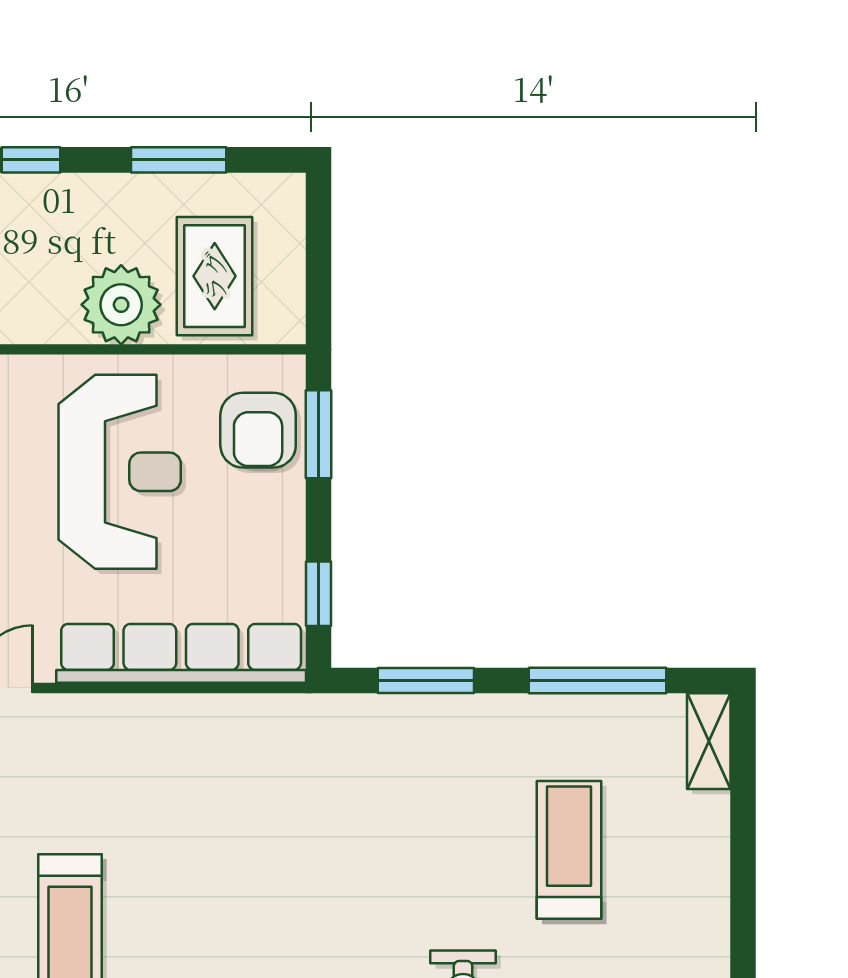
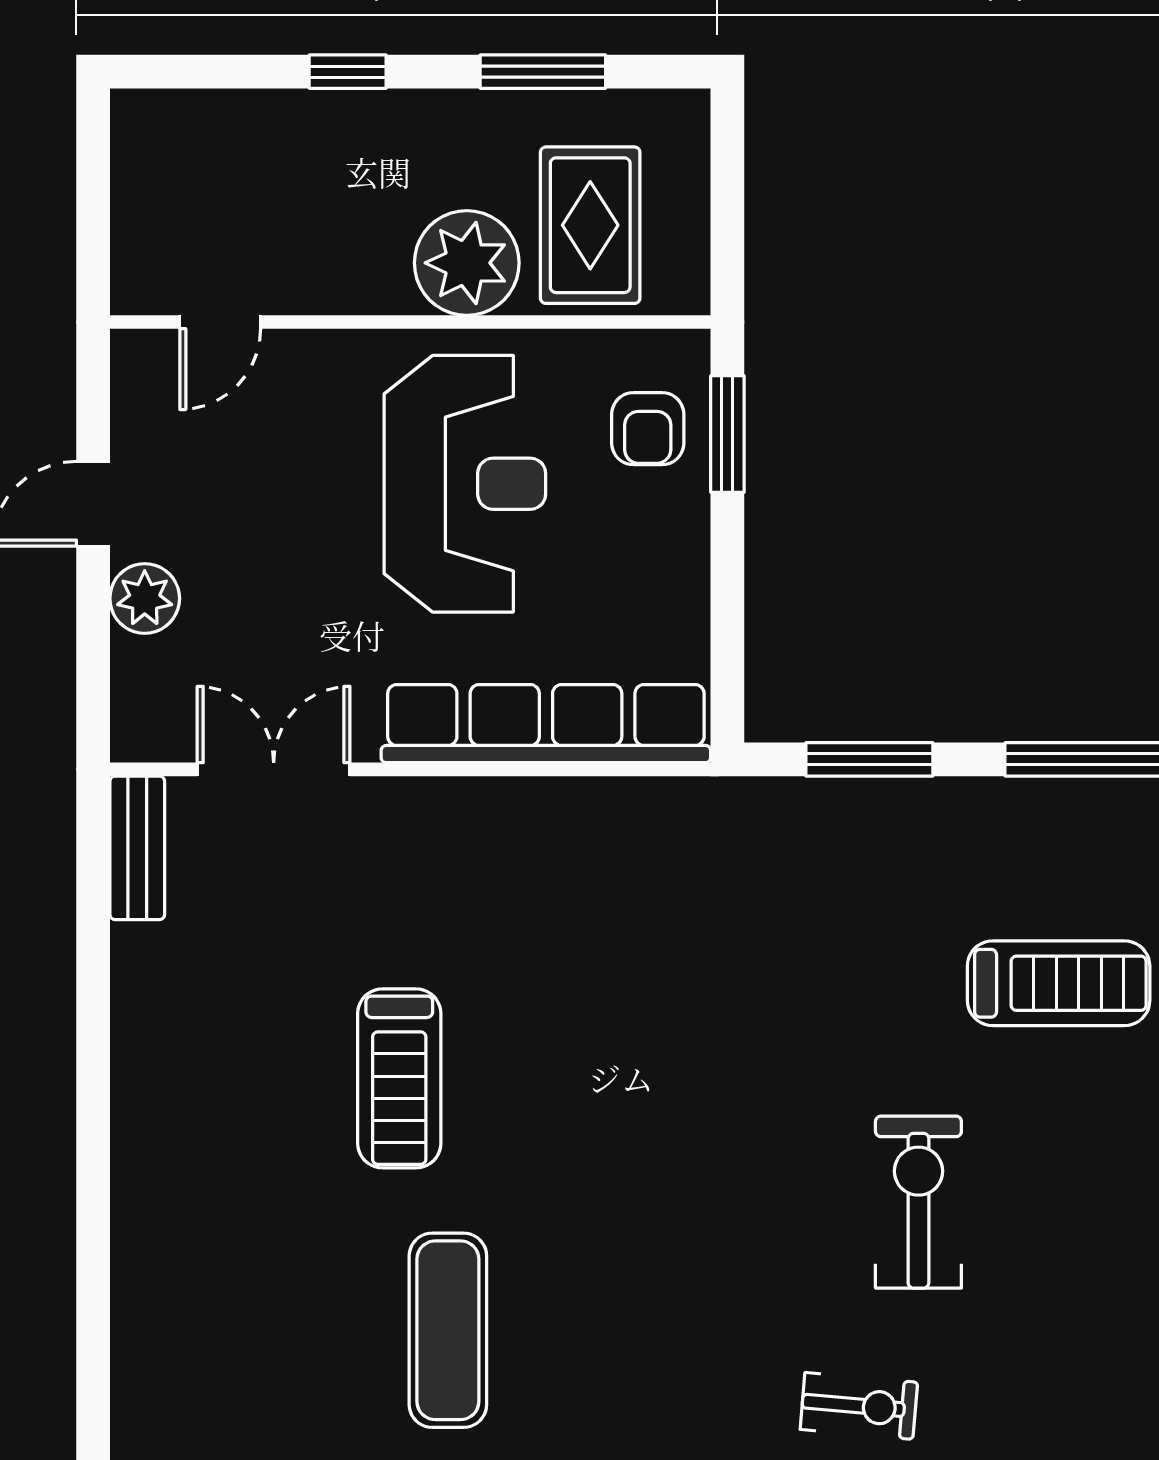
armchair: (258, 430) -> (648, 429), width x0.72, depth x0.72
window: (318, 594) -> (727, 645), removed
treadmill: (569, 850) -> (1059, 983), turned 90

